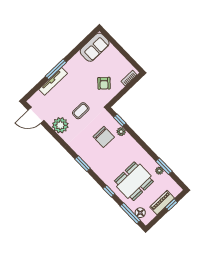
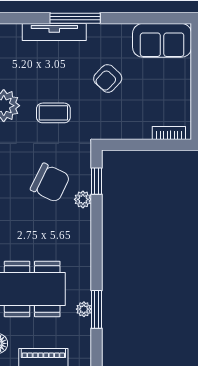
armchair: (104, 83) -> (108, 78), moved
chair: (104, 137) -> (50, 183), turned -64

